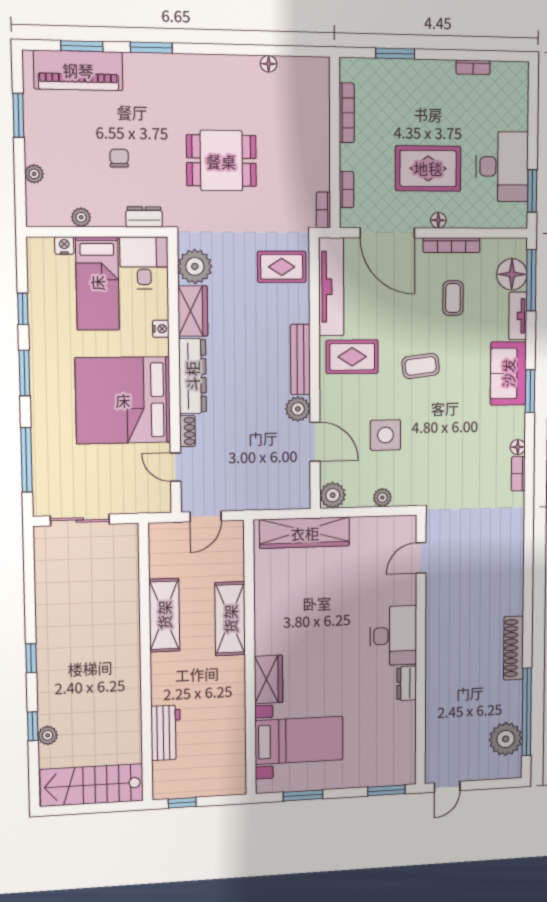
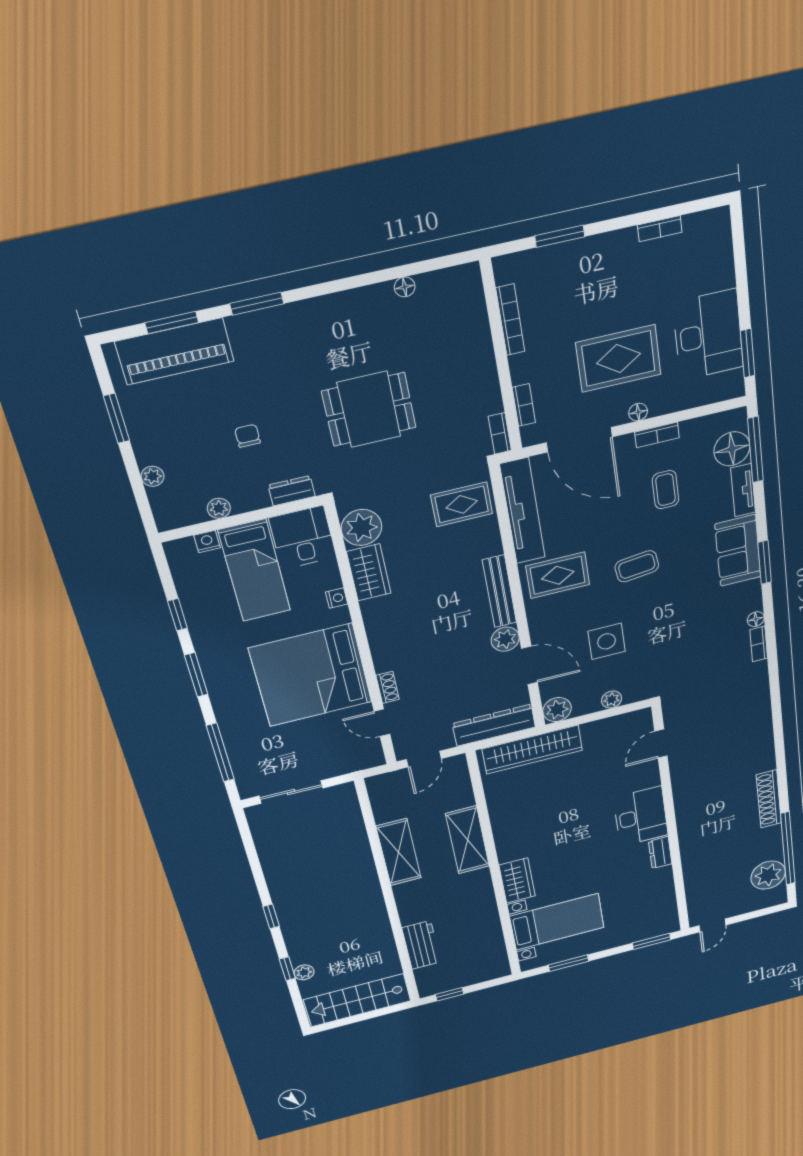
bookcase: (451, 245) -> (657, 435), width x0.64
dresser: (192, 376) -> (494, 725), moved, turned -90

